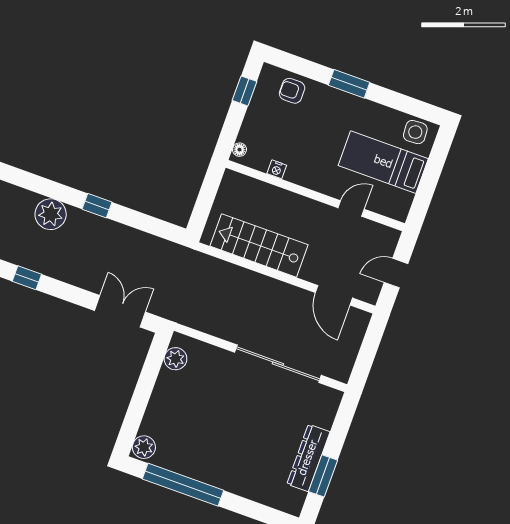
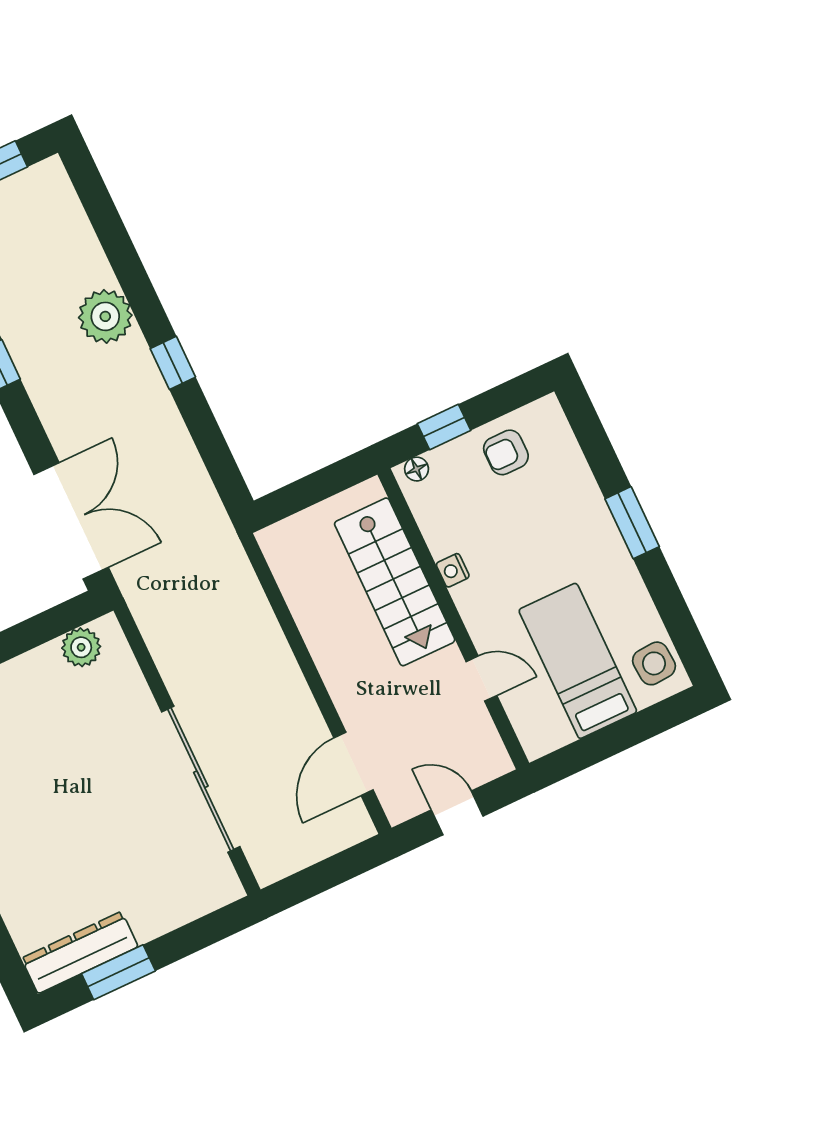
window: (244, 91) -> (444, 427), moved
armchair: (292, 91) -> (506, 452), moved, turned -90
nightstand: (277, 169) -> (453, 570), moved
stairs: (259, 245) -> (395, 582), moved, turned 180
double door: (120, 311) -> (71, 521), width x1.37
dresser: (308, 458) -> (80, 953), moved

